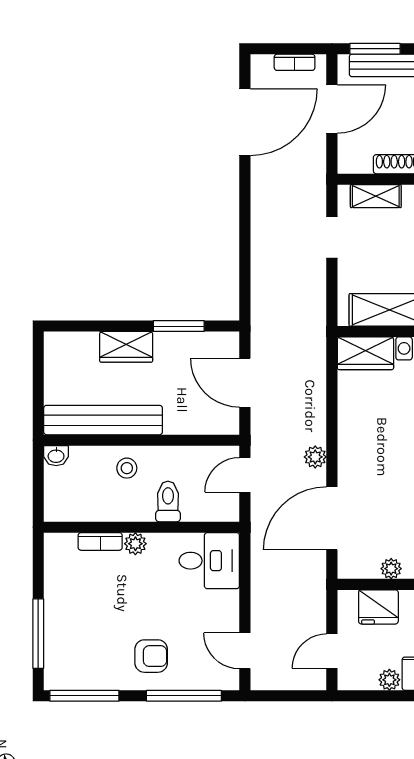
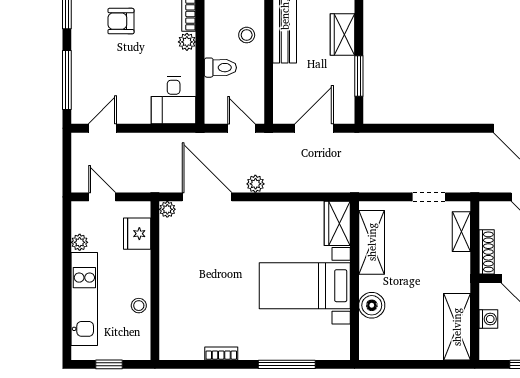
plant: (391, 569) -> (167, 209), moved
armchair: (151, 656) -> (121, 21), moved, turned 90

